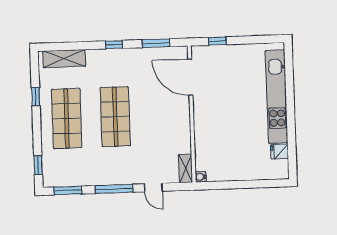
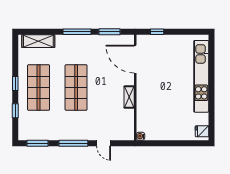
window: (114, 45) -> (77, 32), width x2.17
window: (36, 97) -> (15, 83), moved
fridge: (279, 152) -> (202, 131), moved
window: (38, 165) -> (15, 111), moved
shelving: (186, 168) -> (129, 97), moved

